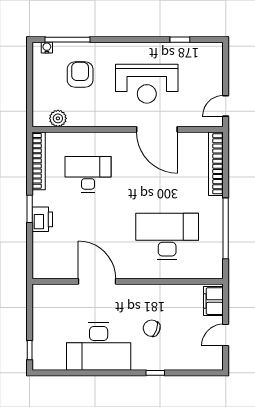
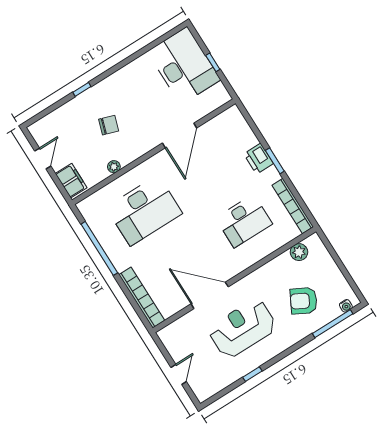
window: (180, 40) -> (252, 374), moved
armchair: (80, 75) -> (304, 301), turned 118
door: (226, 106) -> (179, 374), moved
door: (97, 281) -> (180, 136), hinge flipped
plant: (169, 290) -> (114, 167), added
desk: (99, 346) -> (184, 66), moved, turned 90
window: (30, 350) -> (213, 62), moved

